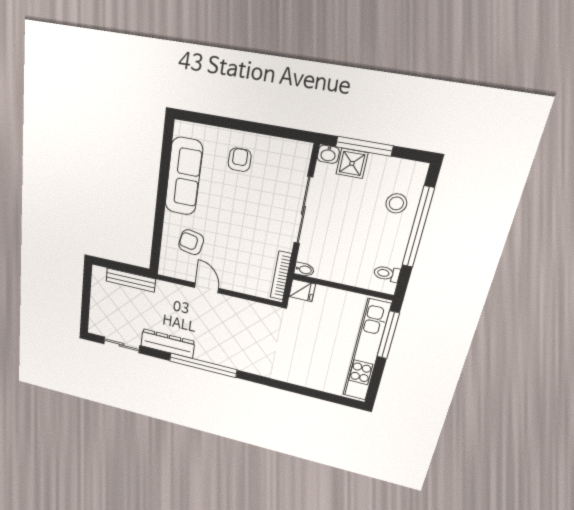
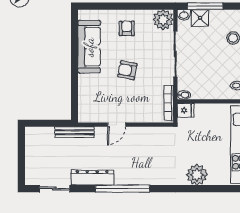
plant: (295, 156) -> (163, 20), added
armchair: (191, 242) -> (127, 70), moved
bench: (131, 280) -> (75, 132), moved
door: (207, 288) -> (117, 125), swing flipped
plant: (301, 373) -> (197, 175), added

